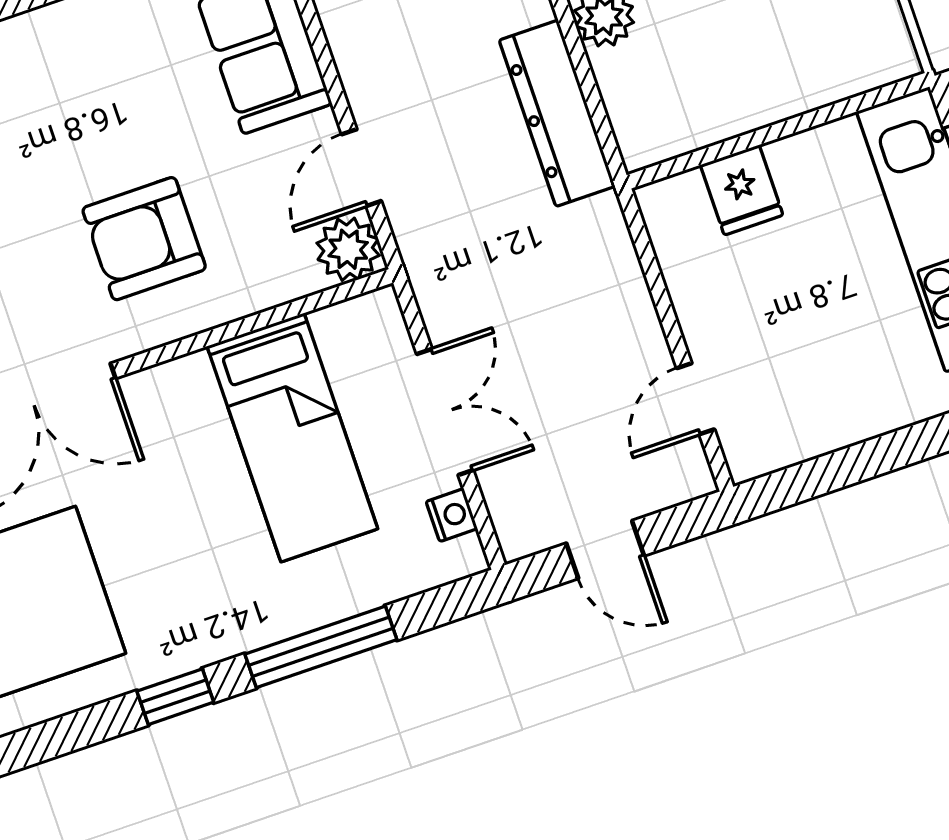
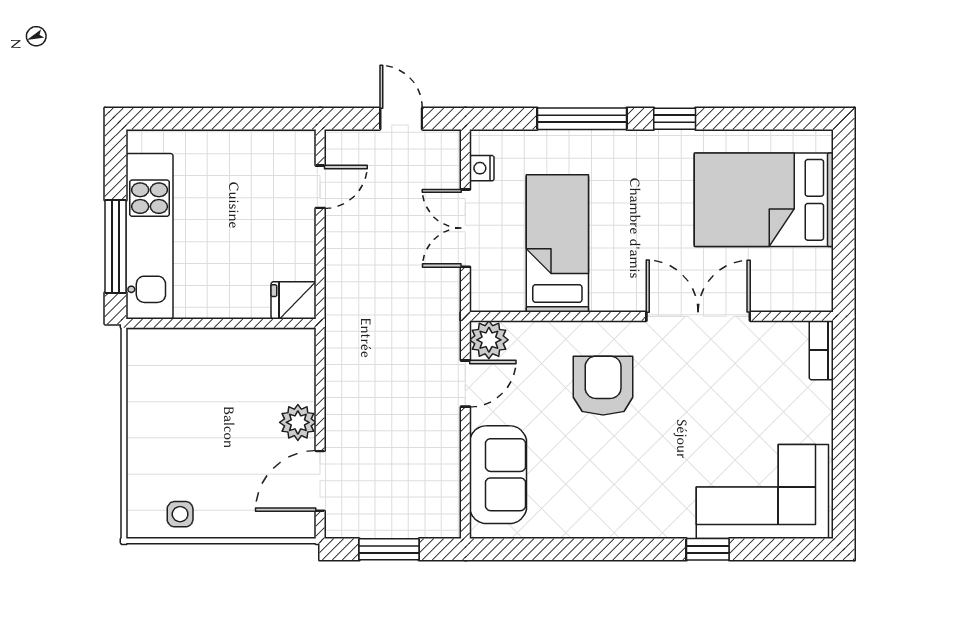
dresser: (557, 113) -> (343, 376), removed
fridge: (742, 190) -> (294, 300), moved, turned -90
armchair: (144, 239) -> (603, 386), turned -90

